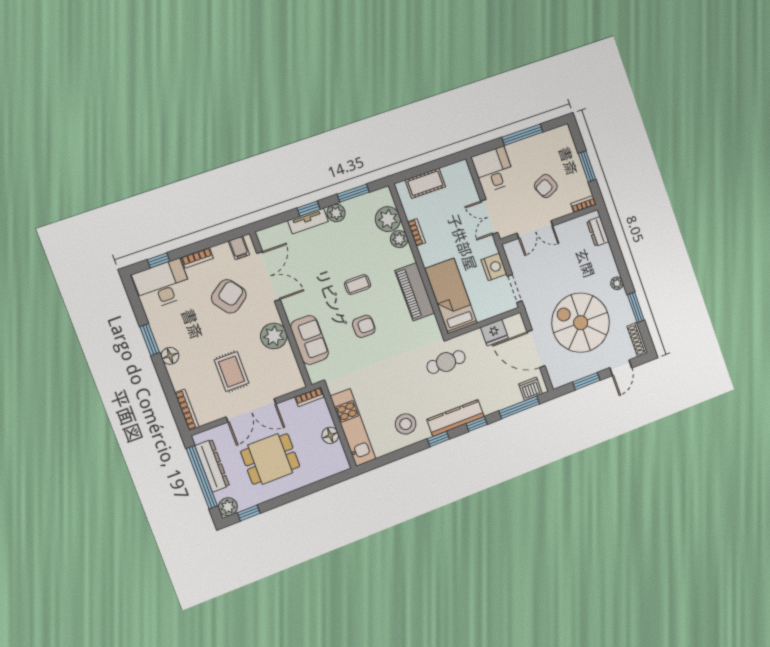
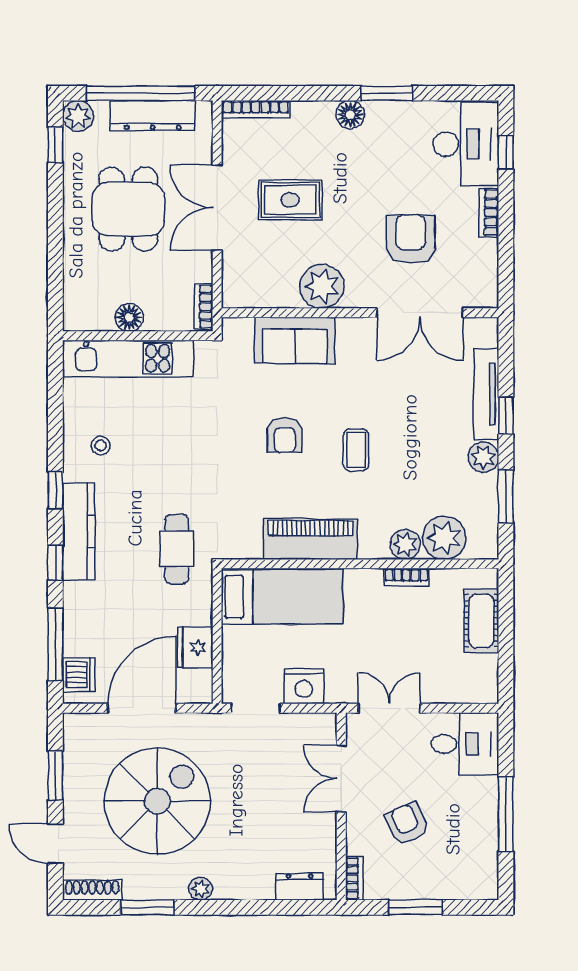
tv unit: (308, 221) -> (486, 394), width x1.41
filing cabinet: (239, 248) -> (482, 283), removed
armchair: (229, 296) -> (411, 239), turned -144
stool: (406, 424) -> (101, 445), width x0.53, depth x0.53

